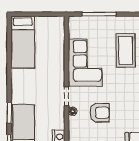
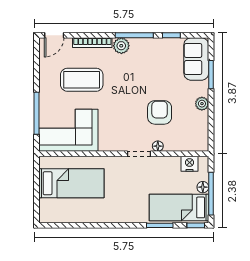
bed: (23, 42) -> (71, 183), moved
corner sofa: (85, 63) -> (68, 130), moved

